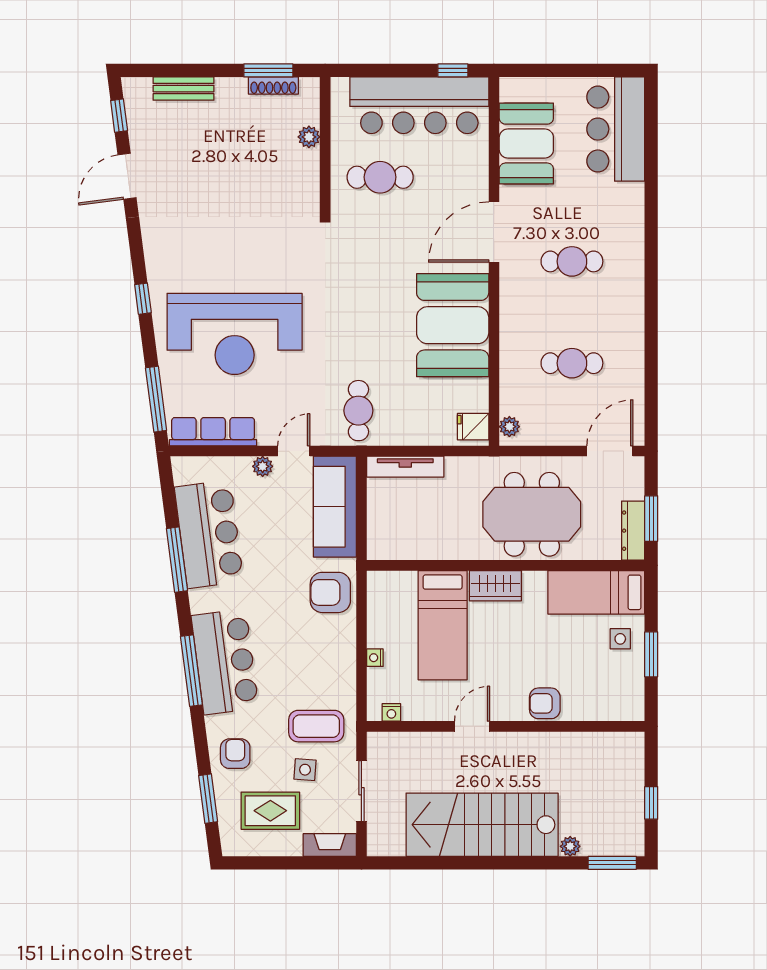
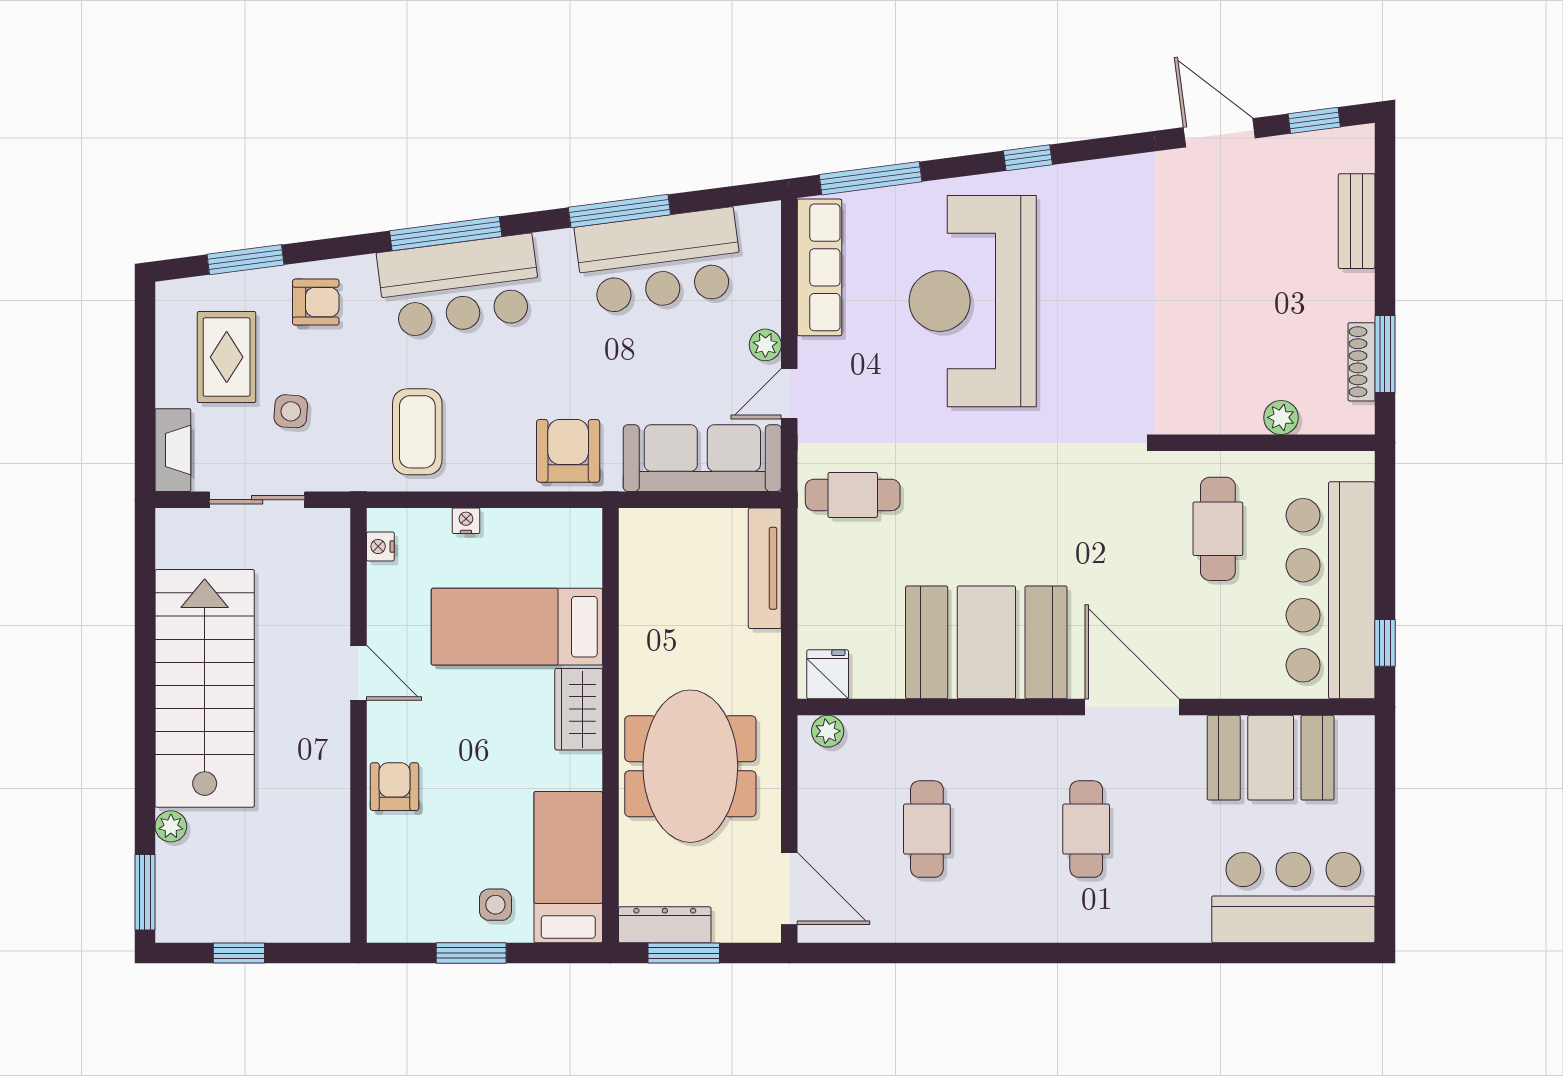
door: (294, 451) -> (789, 394), swing flipped
coffee table: (316, 726) -> (417, 432), moved

